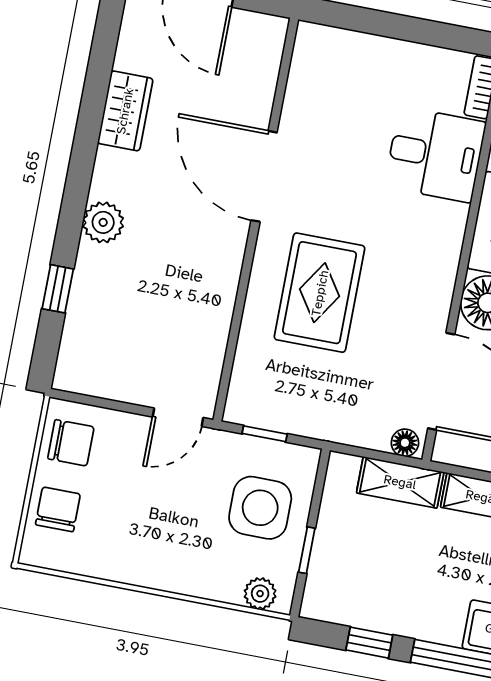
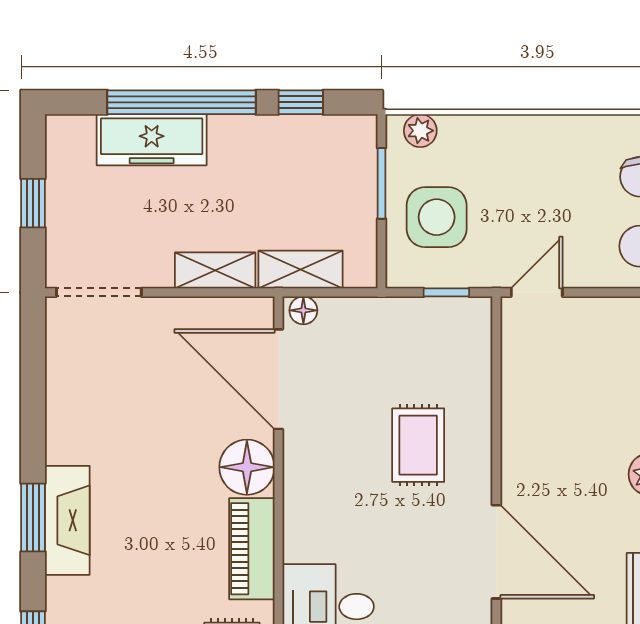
rug: (320, 293) -> (418, 445), width x0.73, depth x0.70
window: (307, 550) -> (382, 183), width x1.50

